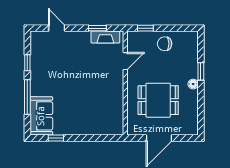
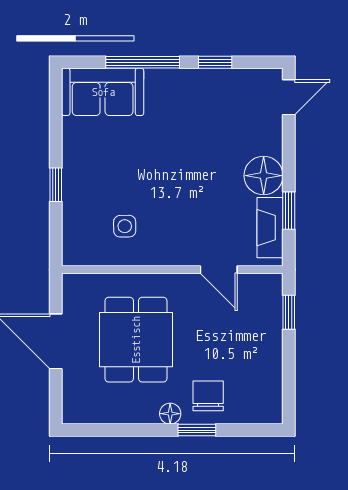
door: (57, 28) -> (289, 97), moved
floor lamp: (81, 40) -> (264, 176), added
chair: (165, 44) -> (208, 396), moved
side table: (105, 105) -> (125, 226), added
window: (56, 138) -> (56, 185), moved

